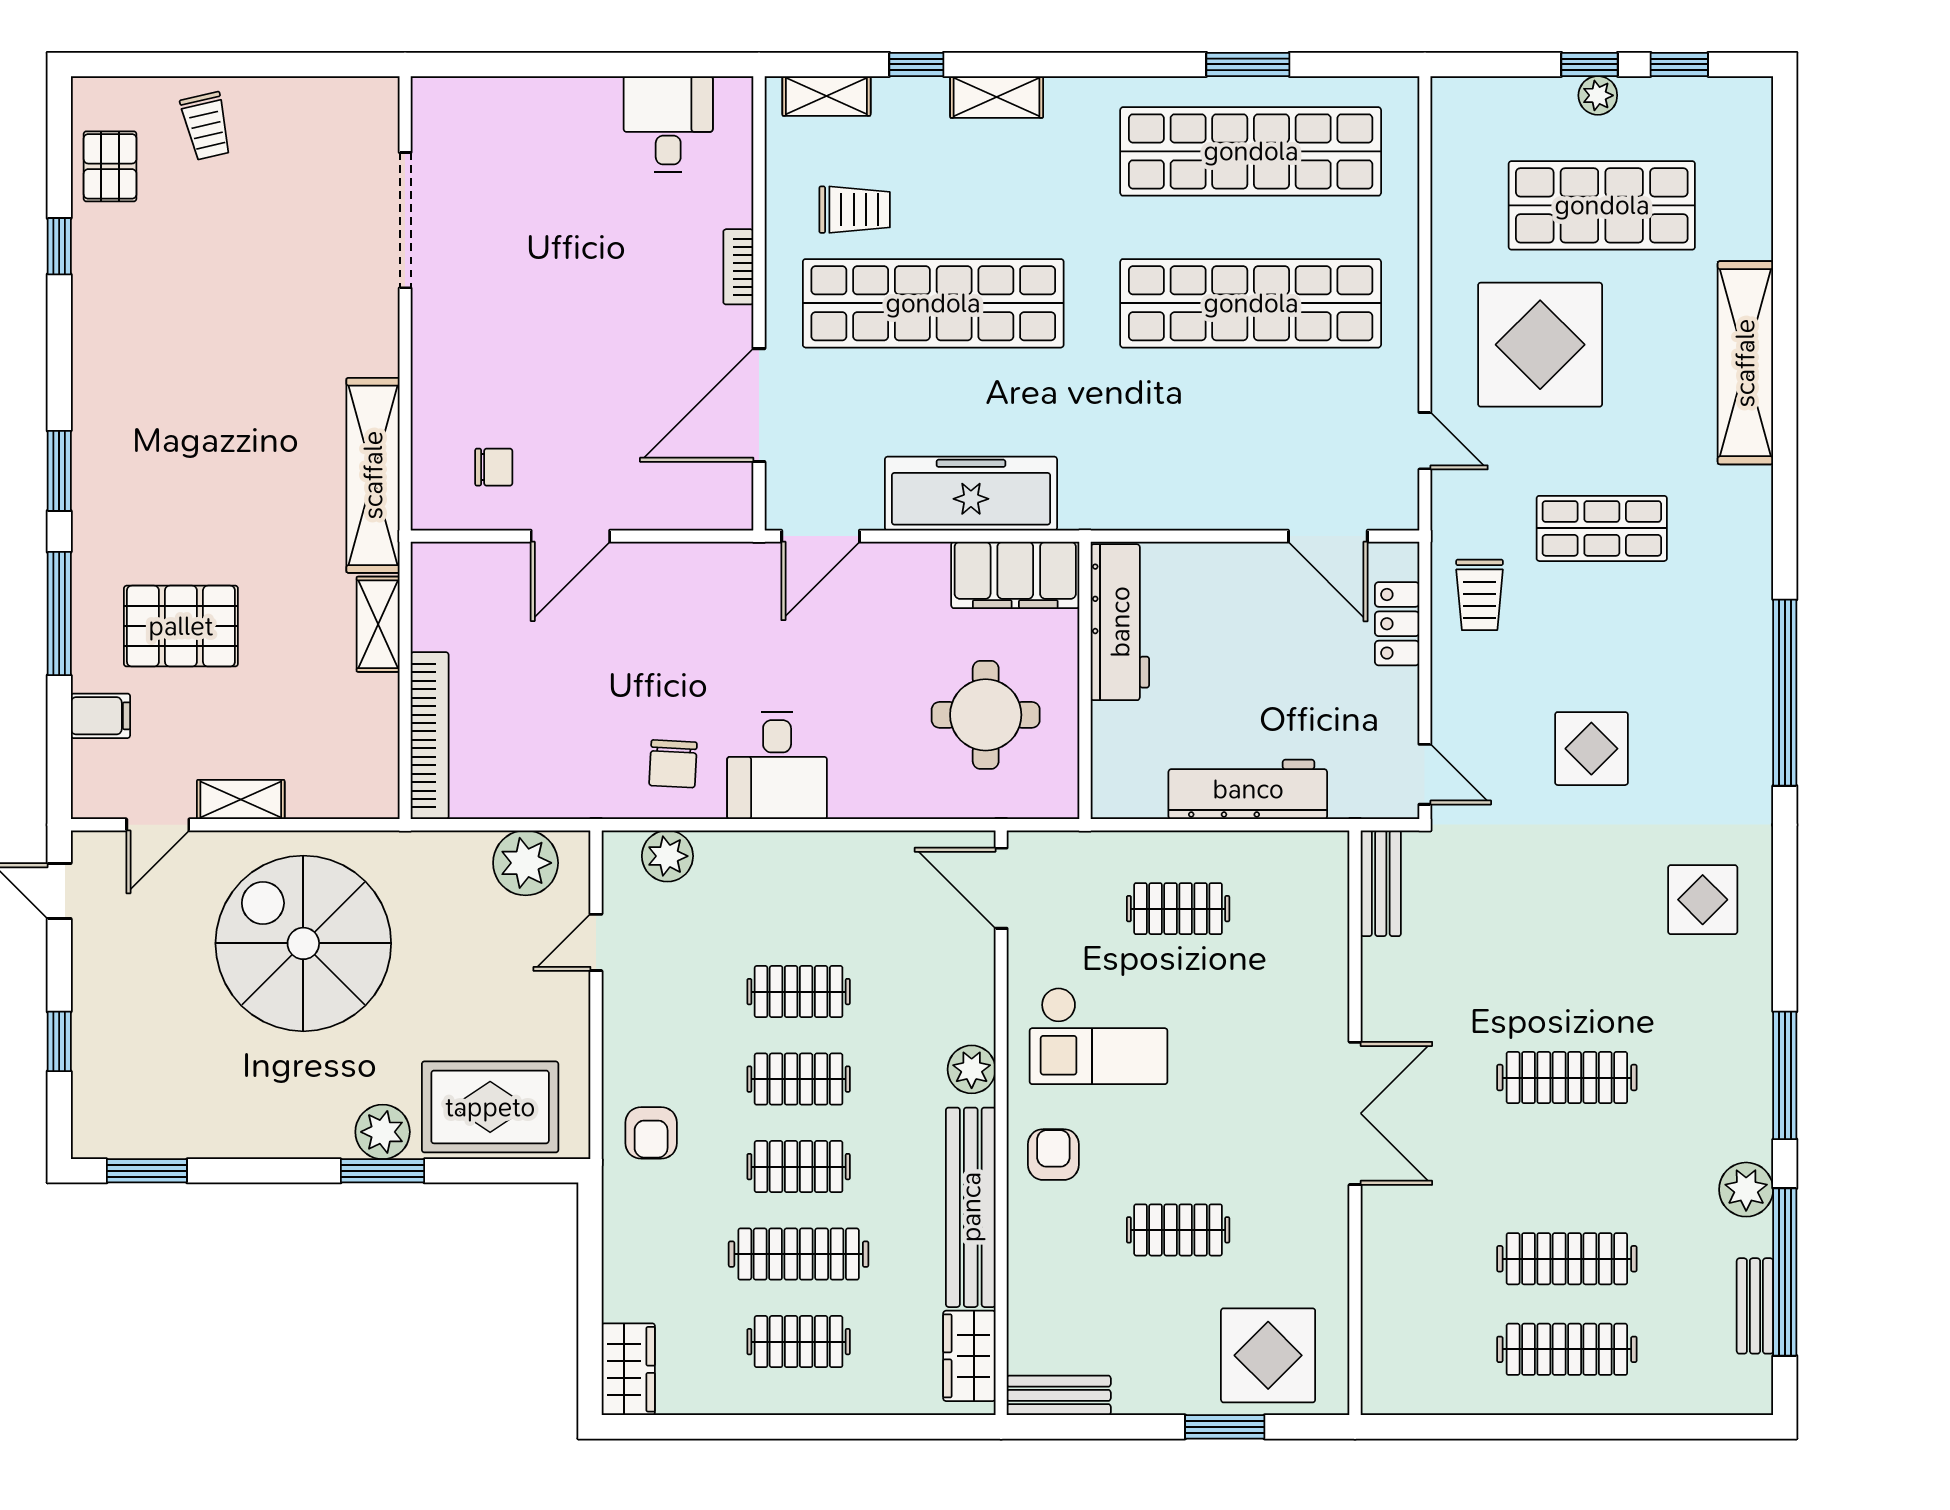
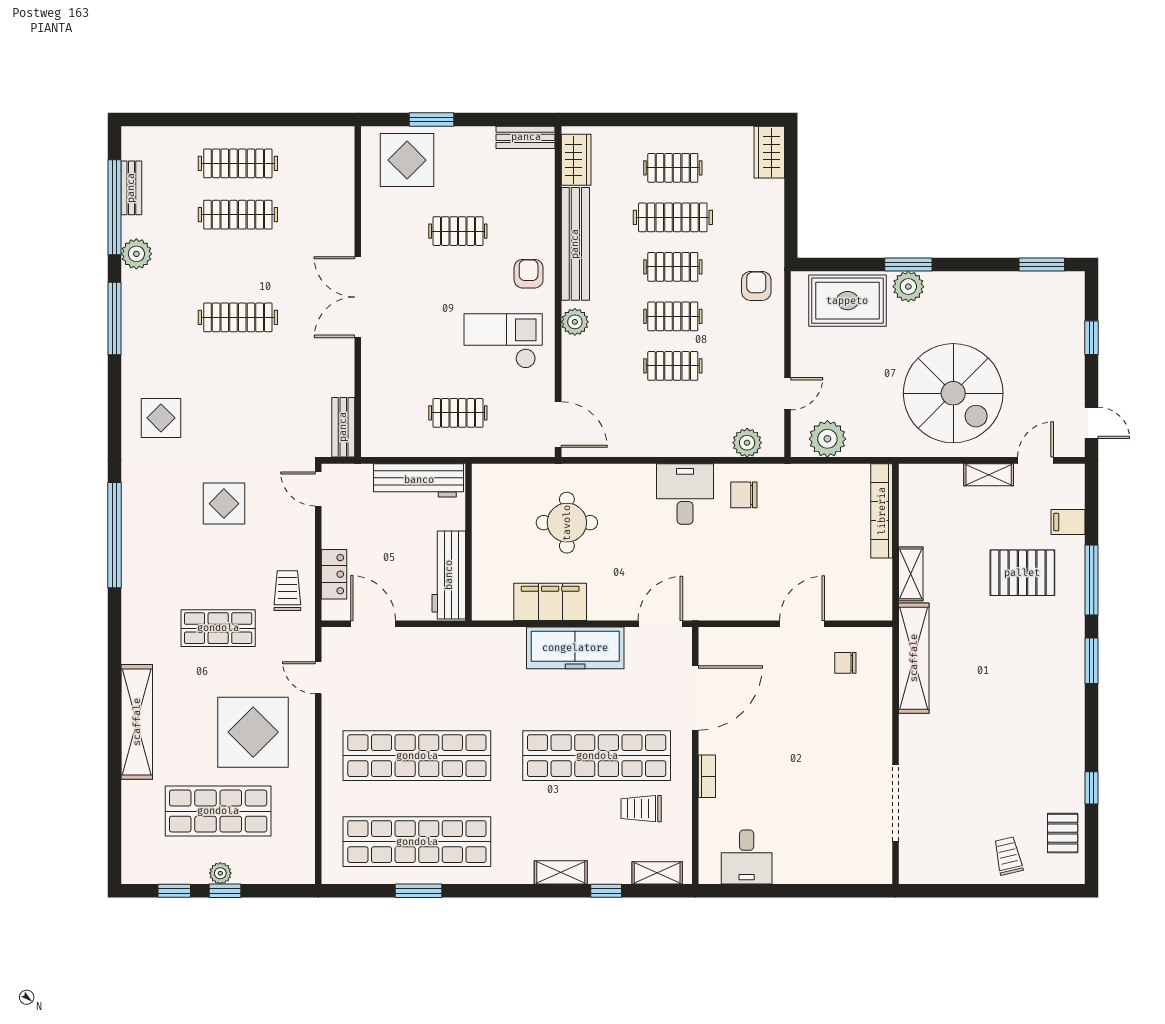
workbench: (1120, 622) -> (449, 575), moved
wall: (1085, 680) -> (469, 542), moved
chair: (673, 764) -> (744, 495), turned -93
armchair: (1053, 1155) -> (529, 274), turned 180

